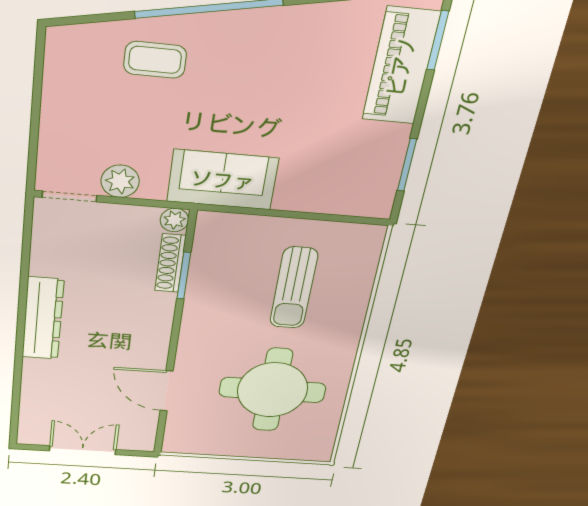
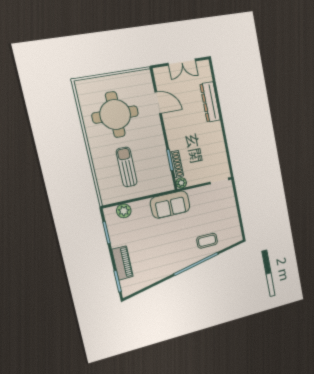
piano: (401, 66) -> (122, 263), width x0.73, depth x0.75
plant: (120, 181) -> (124, 211), moved
dresser: (43, 318) -> (210, 102), moved

